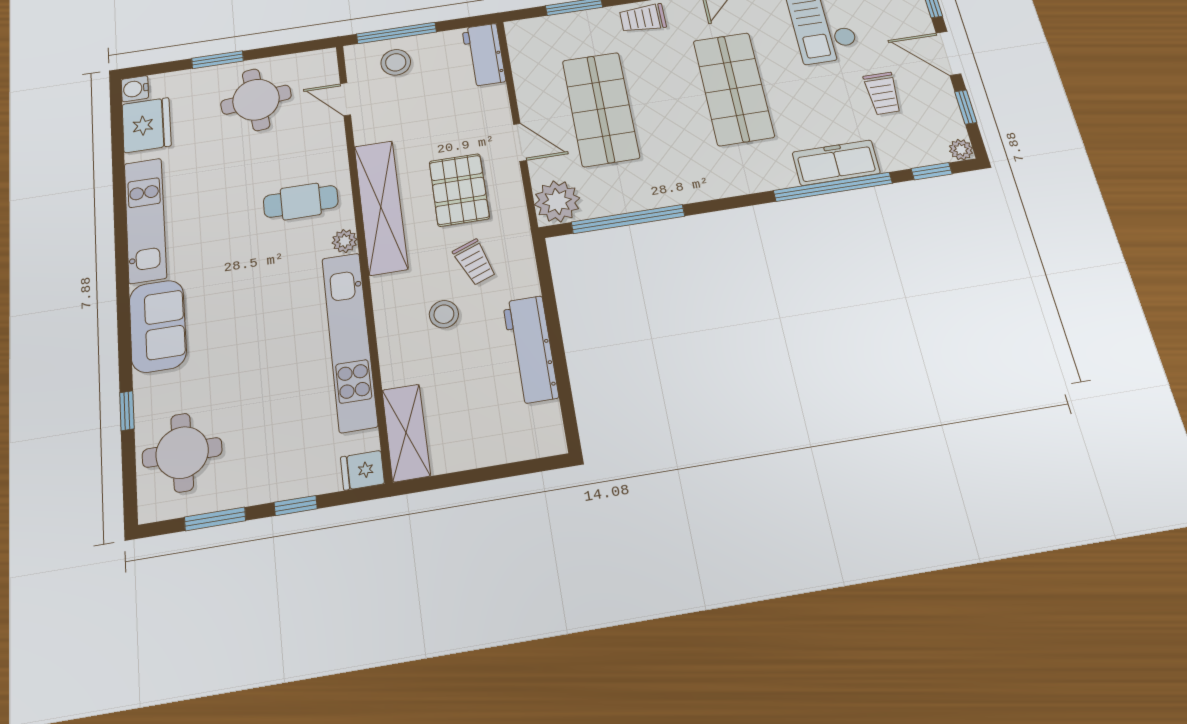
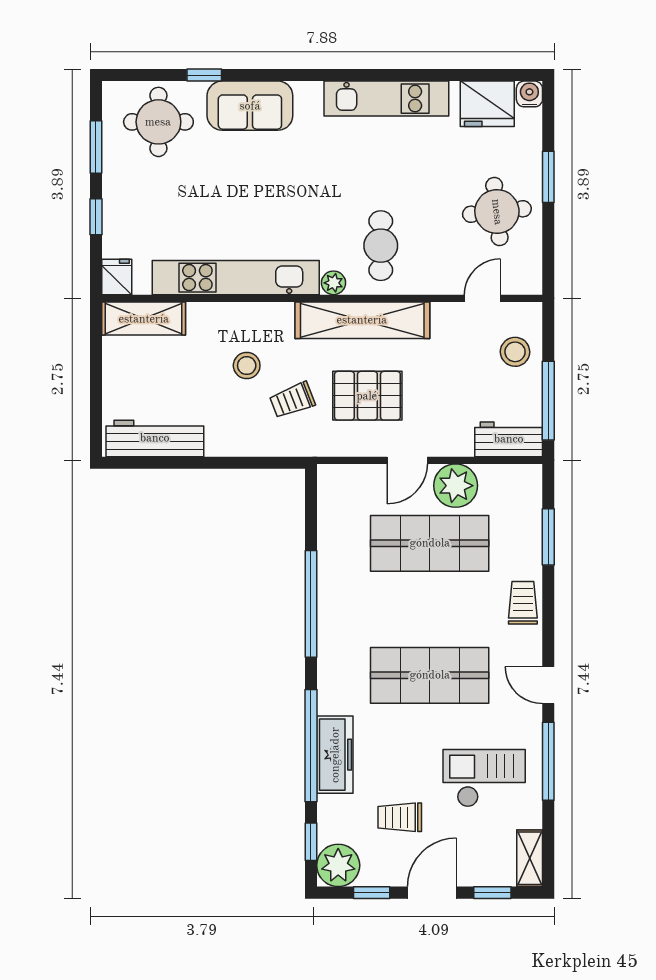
window: (397, 33) -> (548, 401), moved
plant: (961, 150) -> (338, 865), width x1.87, depth x1.87
plant: (557, 201) -> (456, 486), moved
window: (628, 219) -> (311, 604), moved
sofa: (158, 326) -> (250, 106), moved
workbench: (530, 349) -> (155, 438), moved

